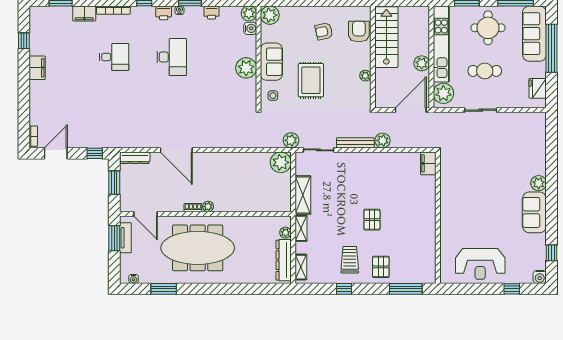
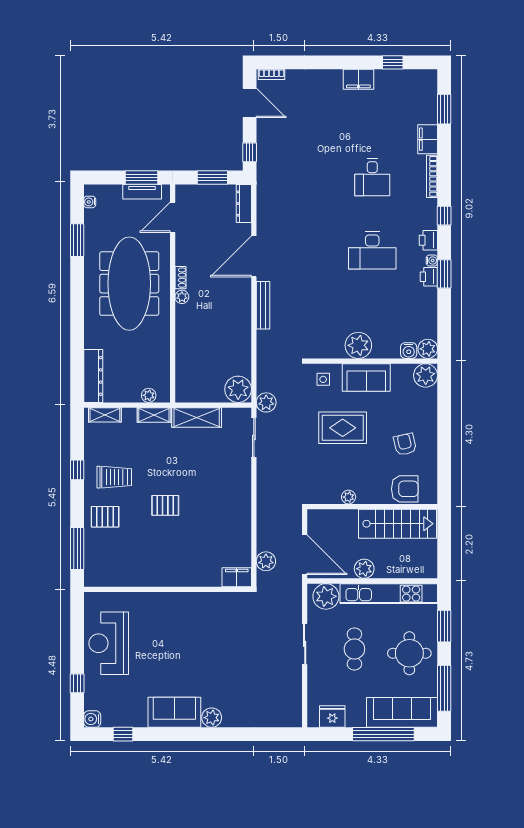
printer: (212, 12) -> (429, 277), moved
plant: (383, 140) -> (266, 561), moved
bench: (355, 143) -> (263, 305), moved
dresser: (284, 260) -> (93, 376), moved, turned 90

